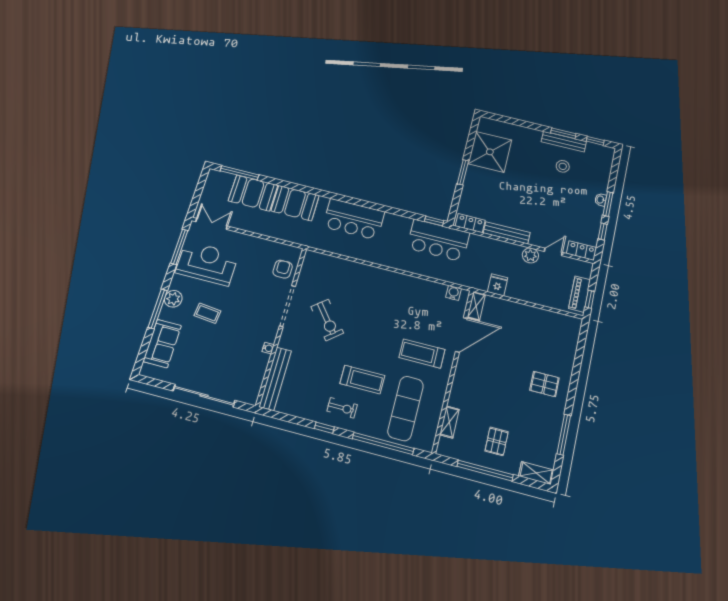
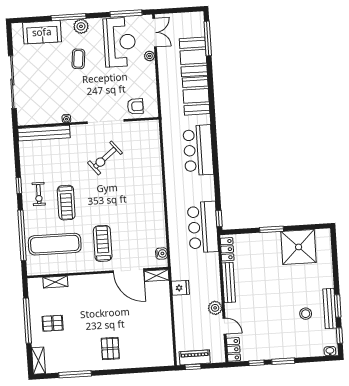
washbasin: (601, 200) -> (330, 351), moved
plant: (234, 237) -> (149, 56), added

